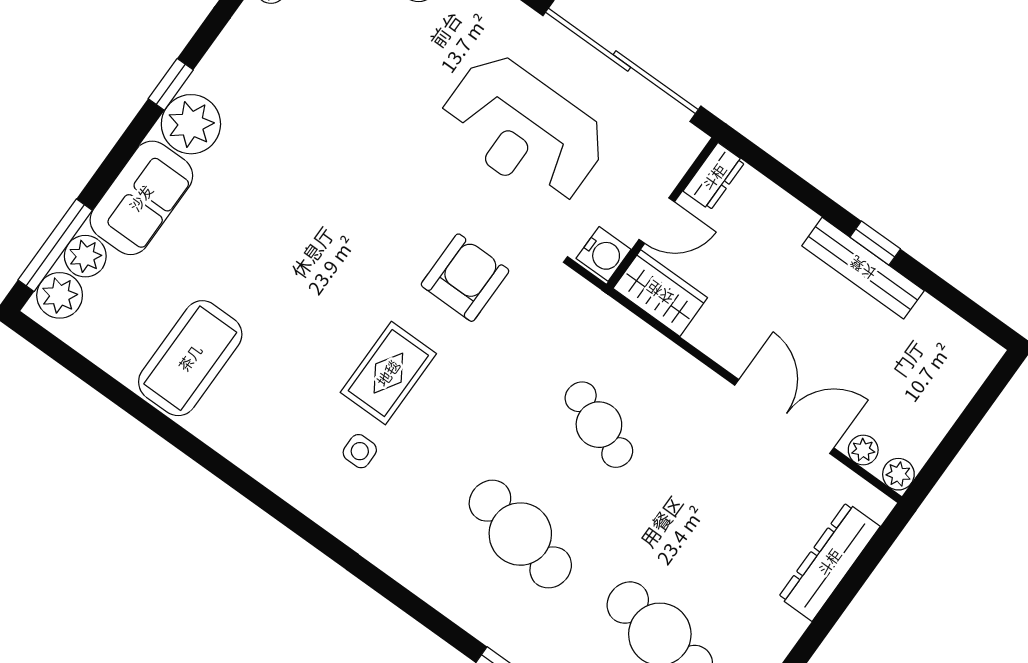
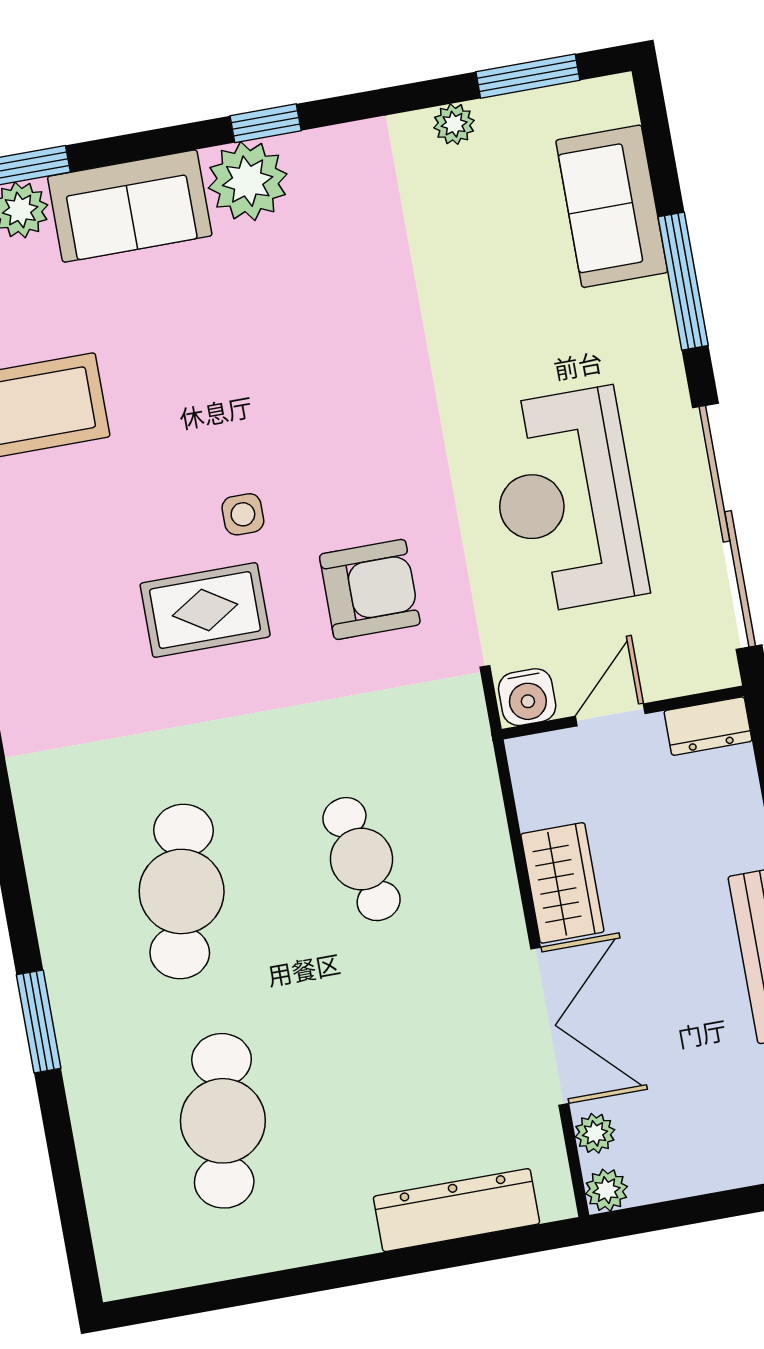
door: (657, 221) -> (610, 715), swing flipped
wardrobe: (660, 293) -> (562, 883), moved
cafe table: (599, 425) -> (362, 859), turned -33
side table: (360, 451) -> (243, 514), moved

